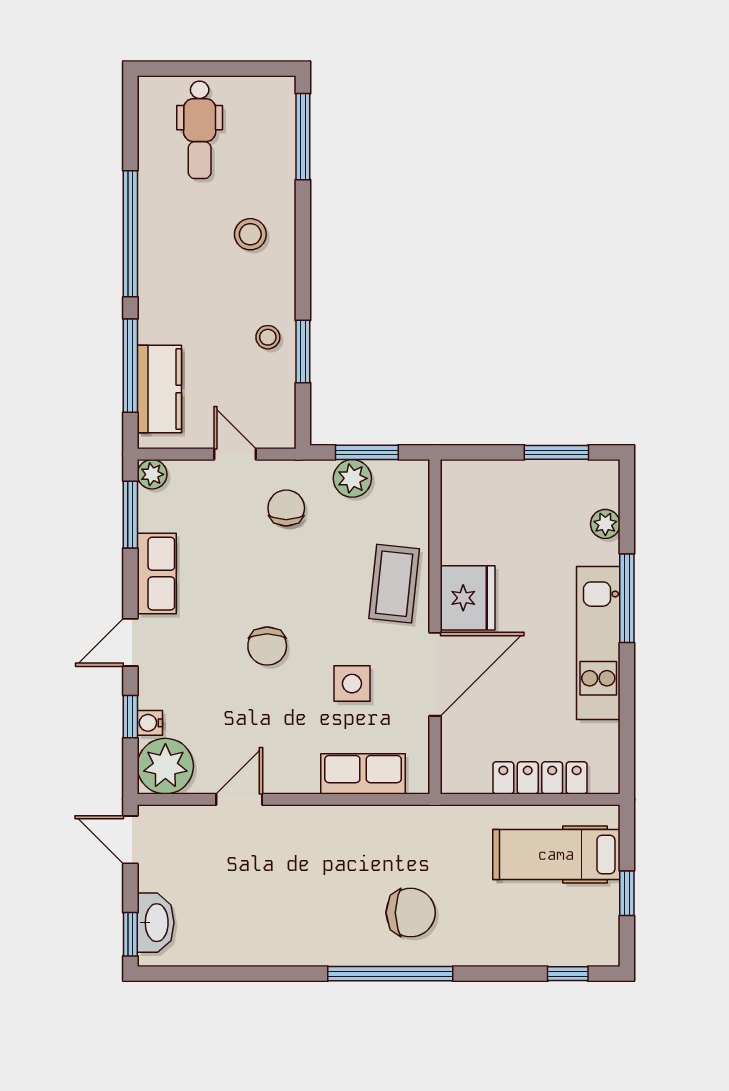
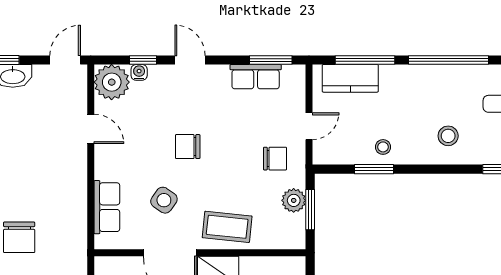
plant: (152, 474) -> (296, 74), removed
row of seats: (157, 574) -> (256, 77), moved
side table: (352, 684) -> (164, 200), turned 35

